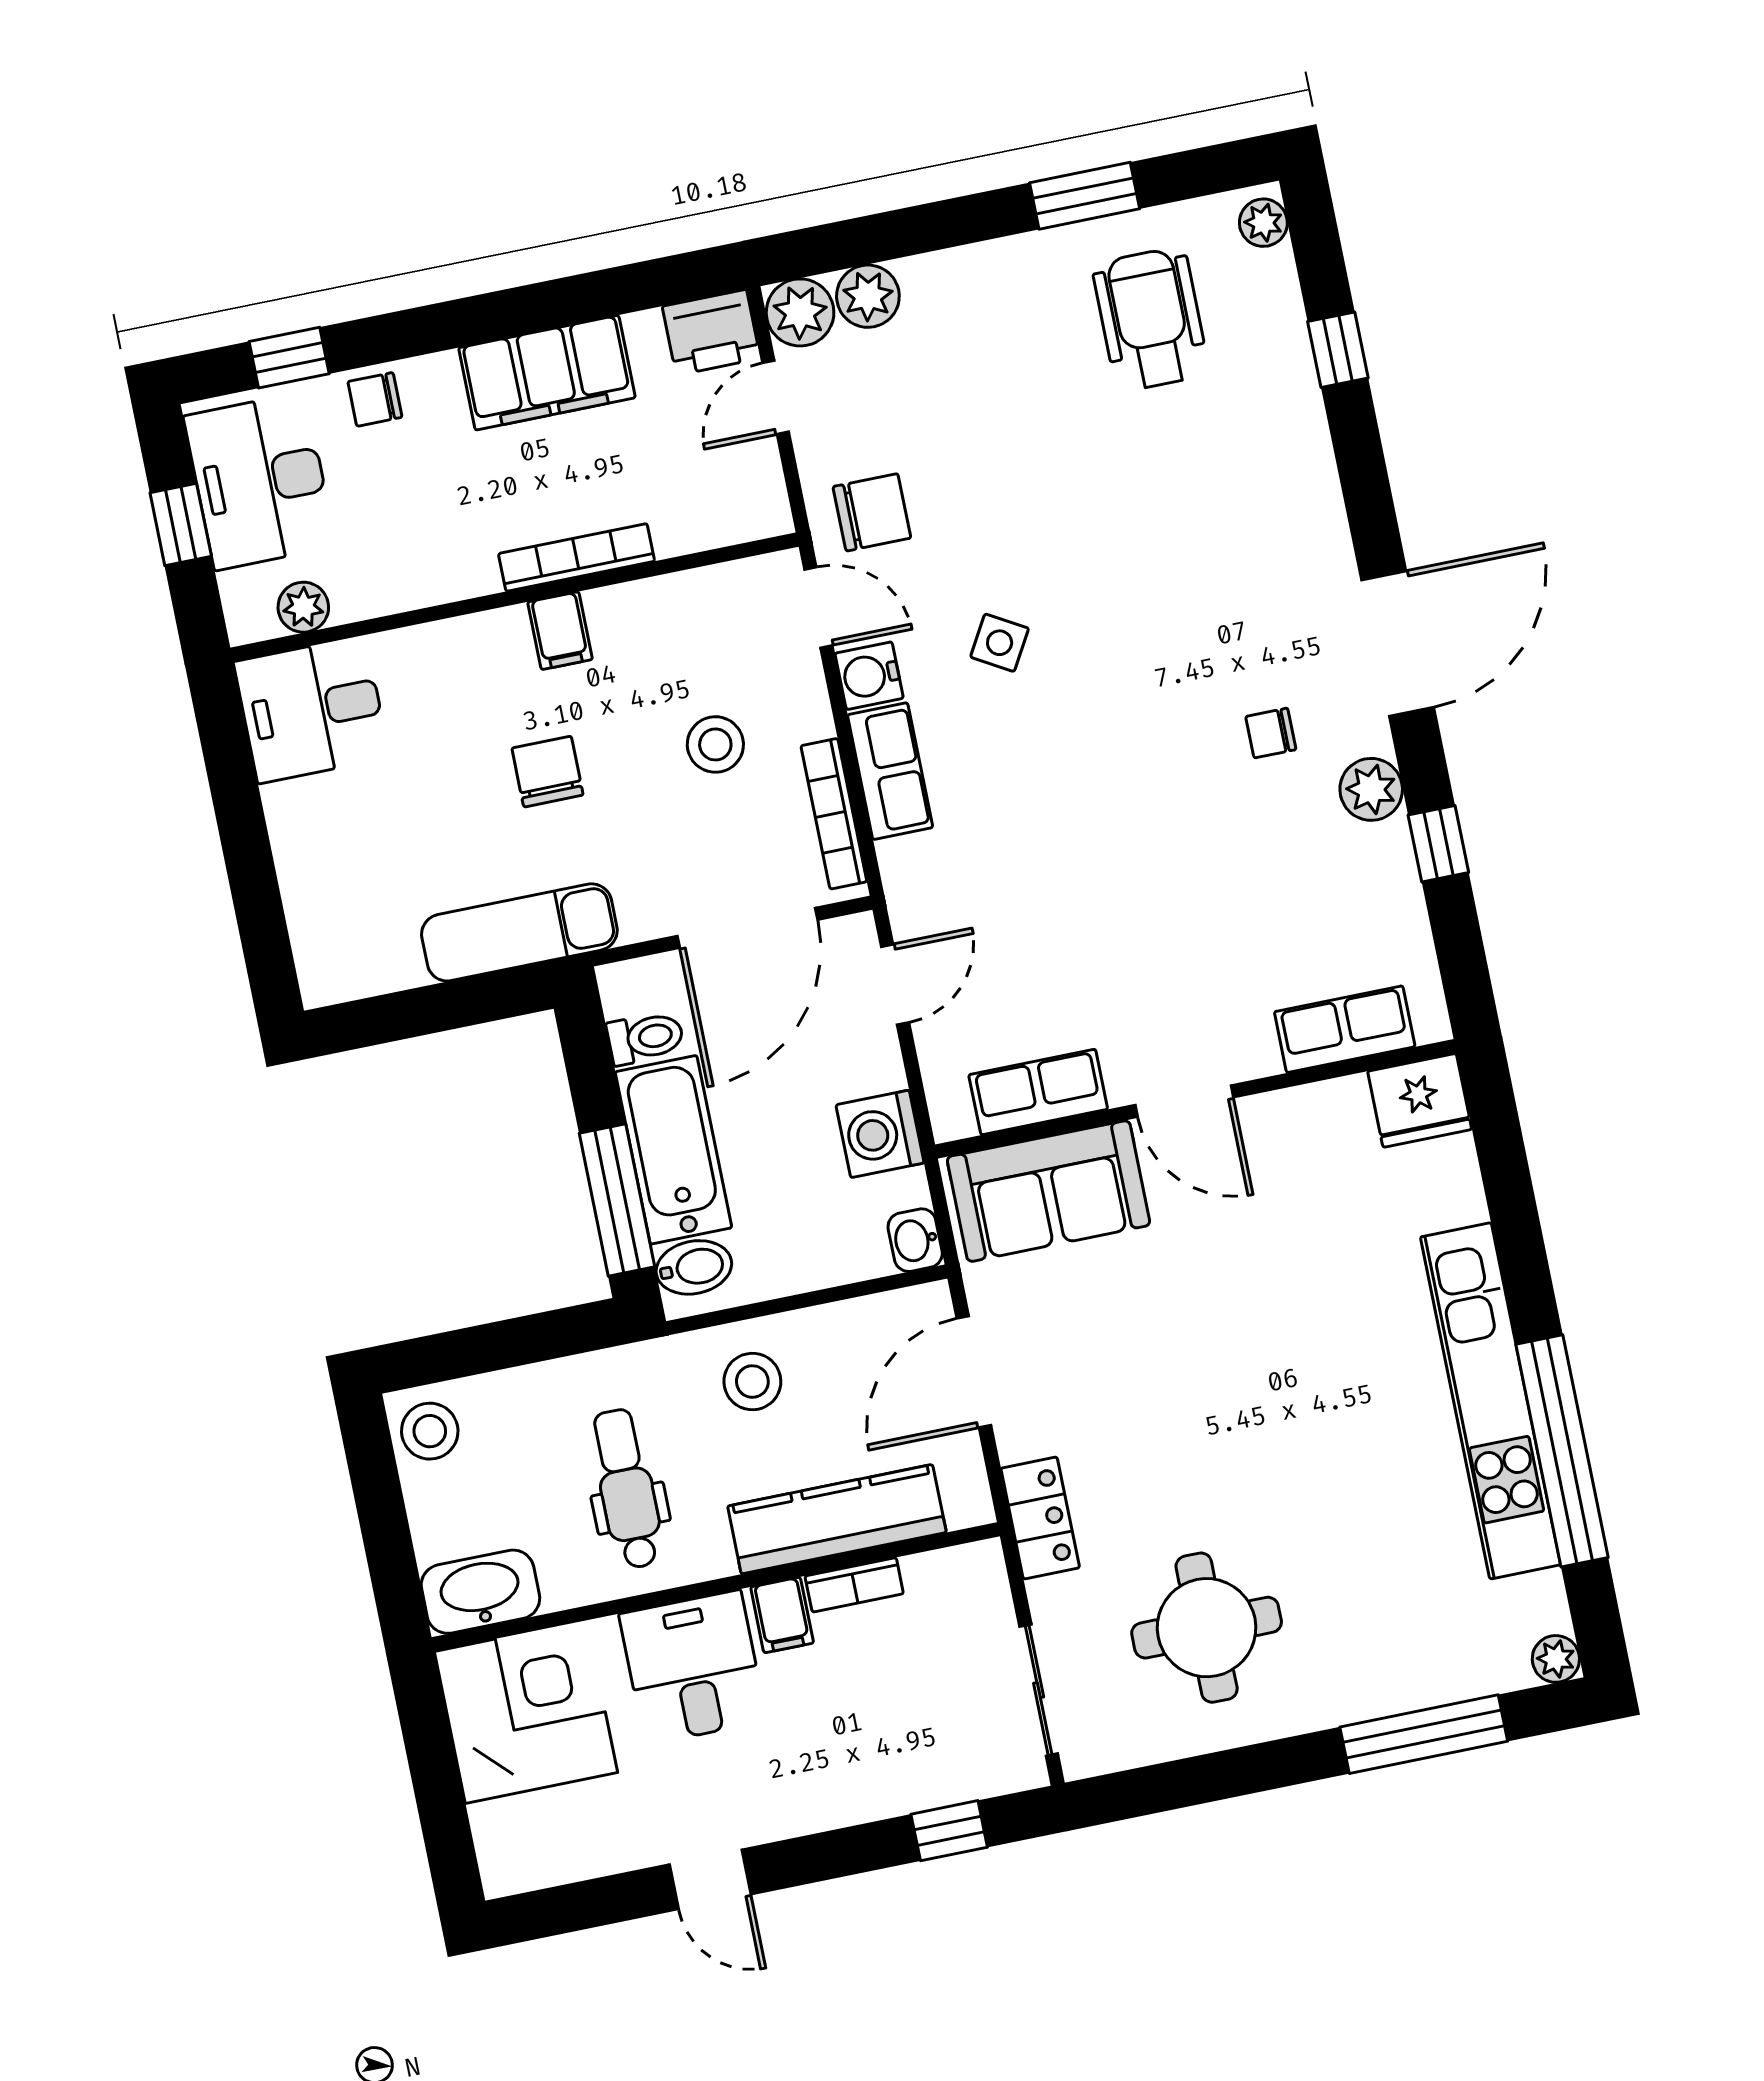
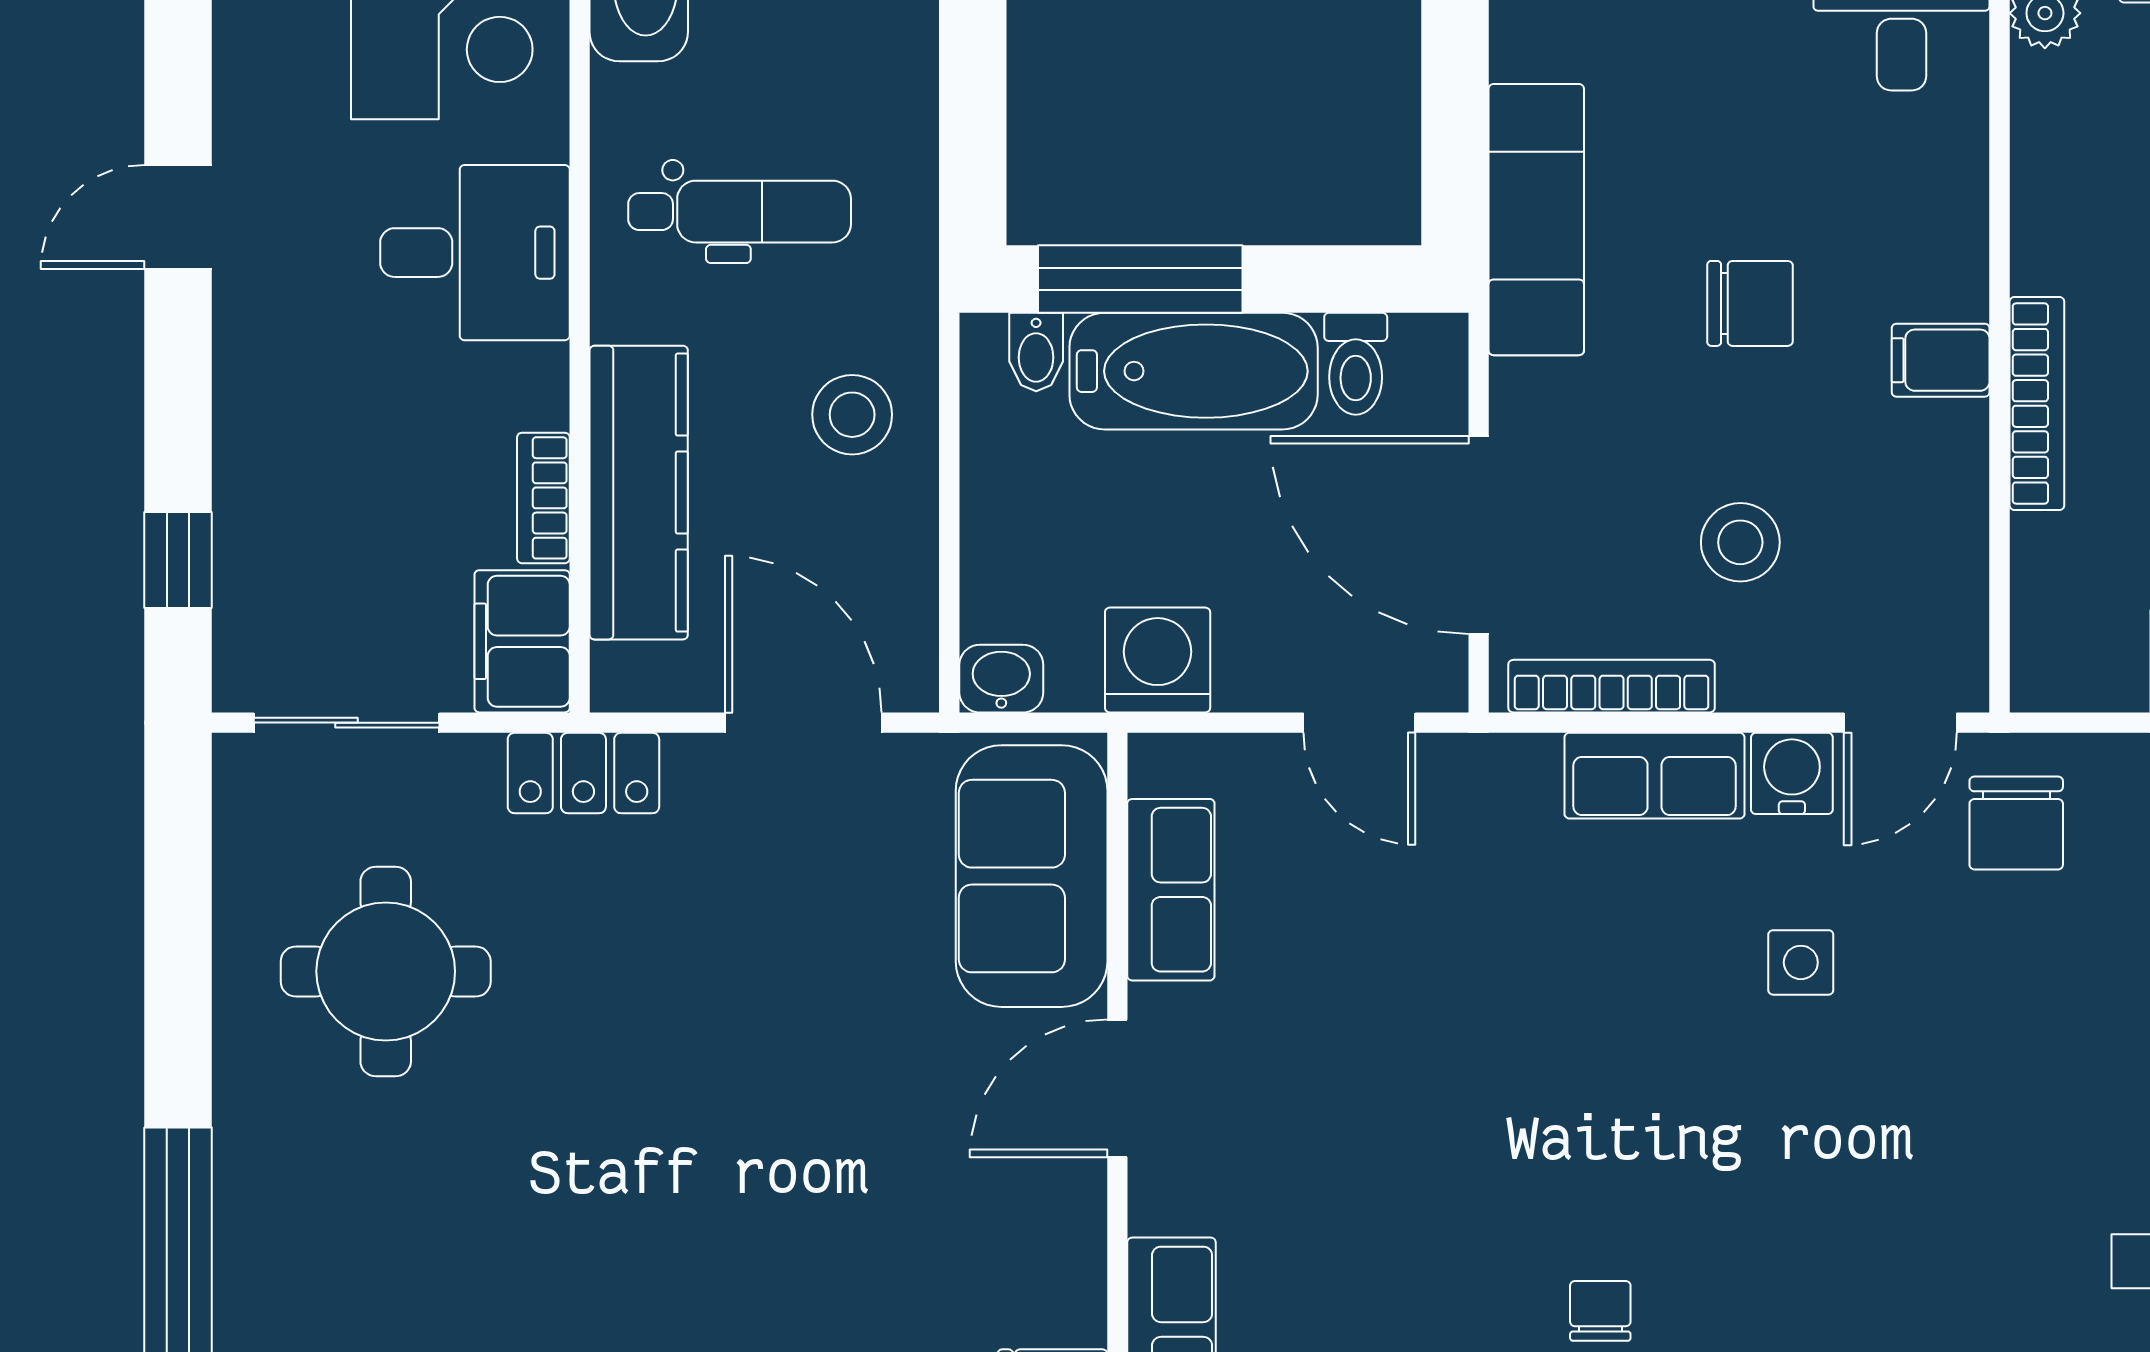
side table: (1000, 643) -> (1801, 962), turned -30
bidet: (694, 1267) -> (1036, 352), width x0.72, depth x0.74
filing cabinet: (782, 1615) -> (522, 641), moved, width x2.00

